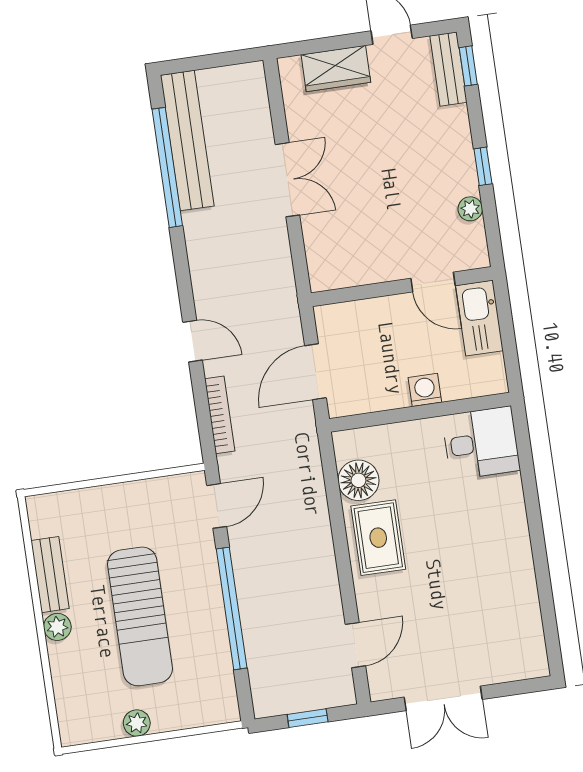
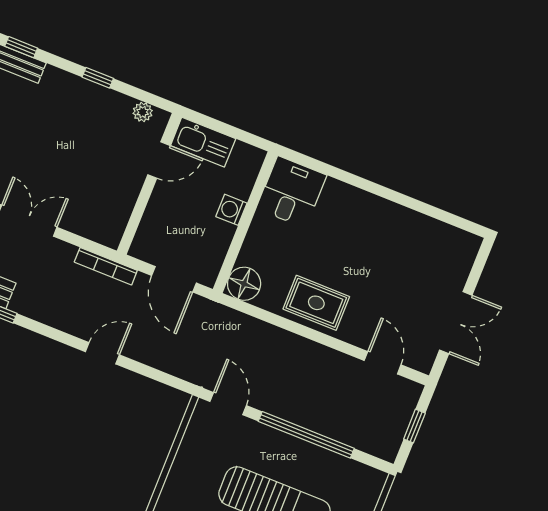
plant: (470, 209) -> (143, 112), moved
bookcase: (220, 415) -> (106, 266), moved, turned 180
floor lamp: (358, 480) -> (244, 284), moved

